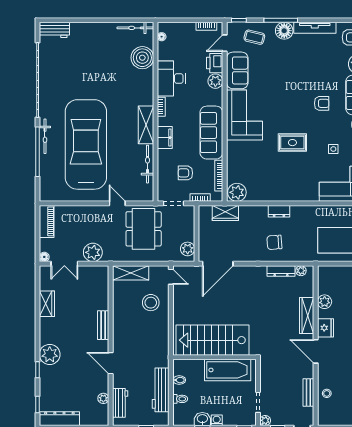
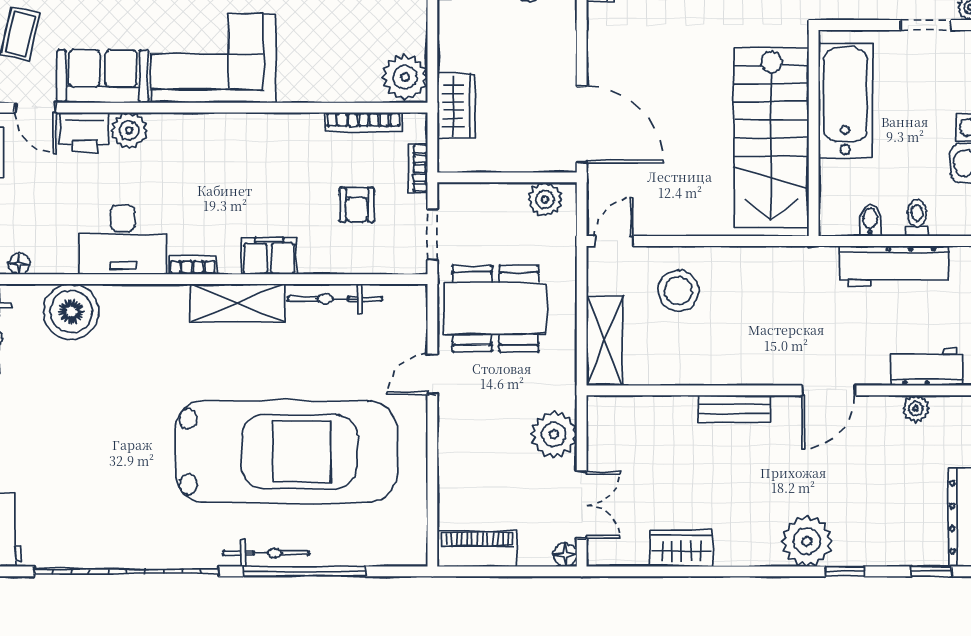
sofa: (211, 133) -> (257, 140), removed
car: (86, 144) -> (286, 452), turned 180

